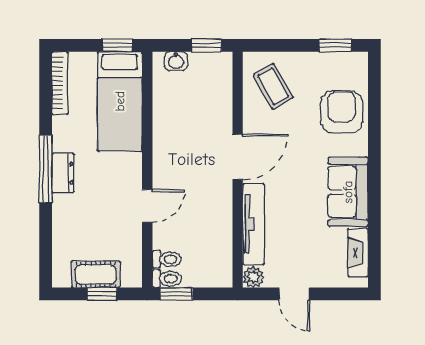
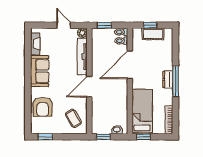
door: (147, 206) -> (130, 65), width x1.87
window: (176, 294) -> (104, 25), moved

